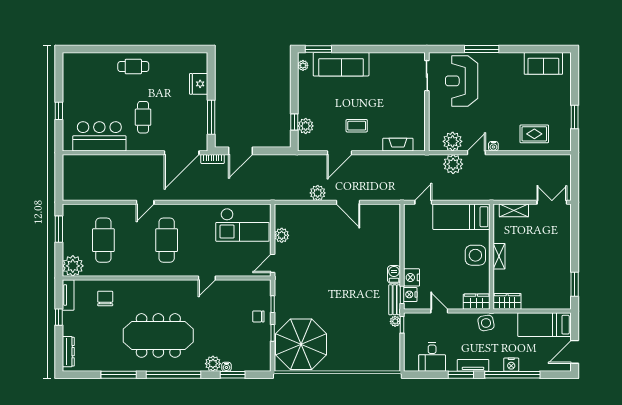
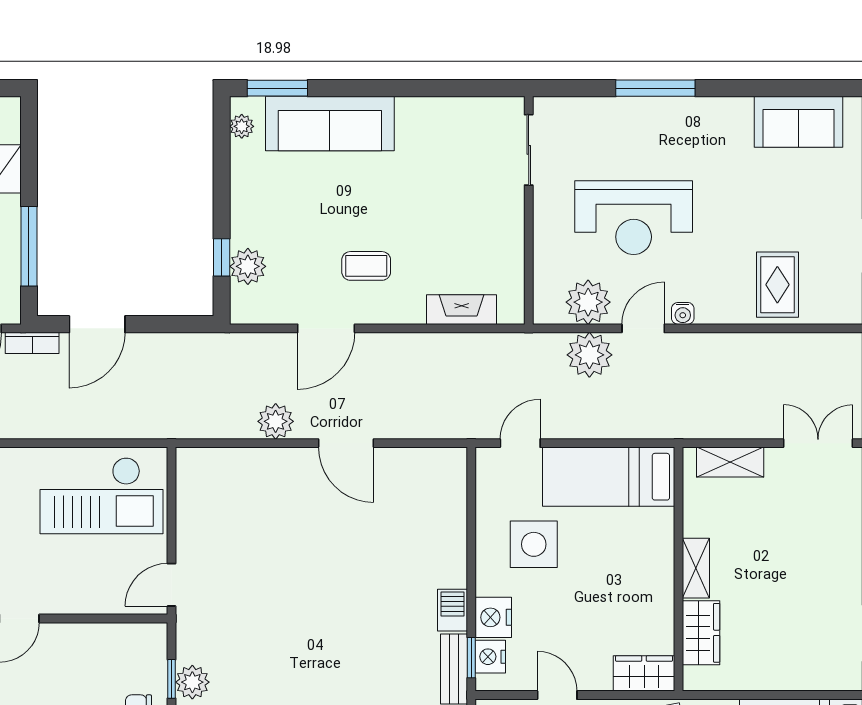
reception desk: (462, 81) -> (634, 218), moved, turned -90
rug: (534, 134) -> (777, 285), turned 90
plant: (282, 235) -> (192, 682), moved
side table: (475, 255) -> (534, 544), moved
wardrobe: (507, 301) -> (701, 633), moved, turned 90

